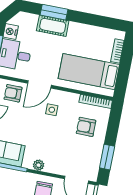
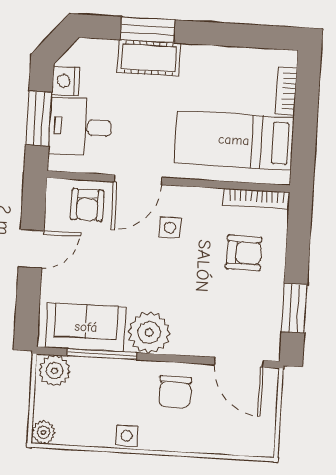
armchair: (13, 93) -> (87, 205), turned -90
armchair: (86, 127) -> (244, 253), turned 180
plant: (39, 165) -> (149, 333), width x1.88, depth x1.88

